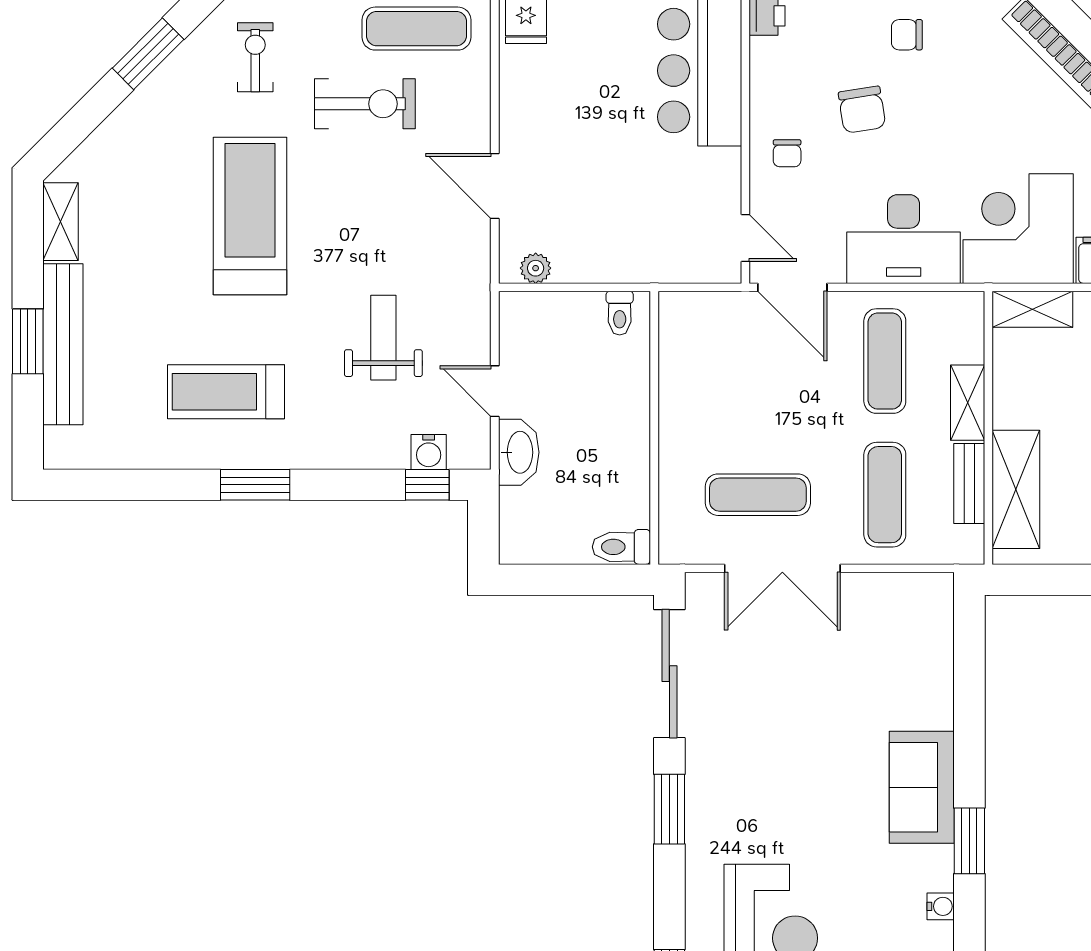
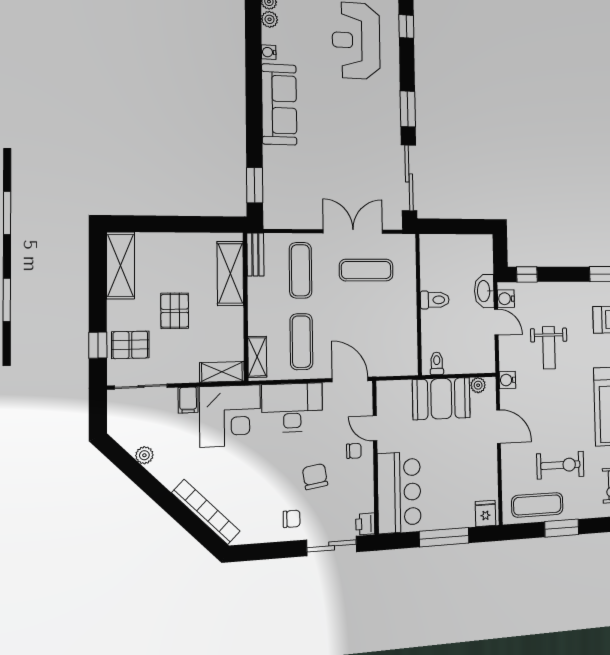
exercise bike: (365, 104) -> (560, 465), turned 180
chair: (787, 153) -> (354, 451), turned 90
door: (745, 238) -> (375, 428), moved
booth: (612, 245) -> (441, 399), added
water cooler: (474, 276) -> (507, 380), added
shelving: (968, 403) -> (257, 357), moved
water cooler: (429, 452) -> (506, 299), moved, turned -90
bench: (969, 484) -> (255, 255), moved
toilet: (621, 547) -> (435, 300), moved
sofa: (922, 787) -> (279, 104), width x1.36
window: (969, 841) -> (255, 185), moved

